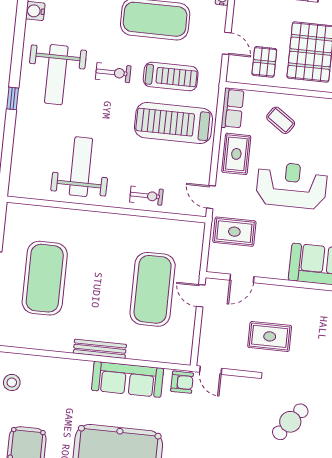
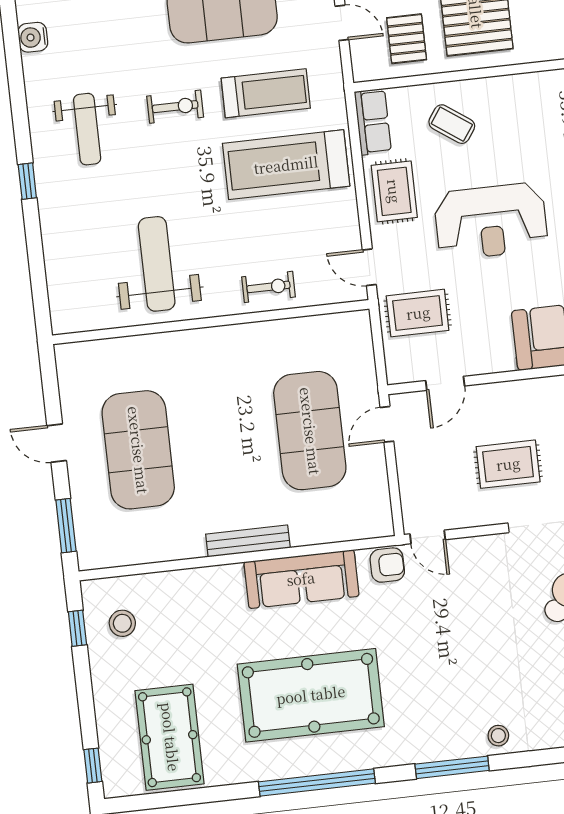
weight bench: (56, 75) -> (87, 129), width x0.73, depth x0.75
reception desk: (292, 185) -> (491, 221), turned 180
door: (201, 296) -> (387, 424), hinge flipped

